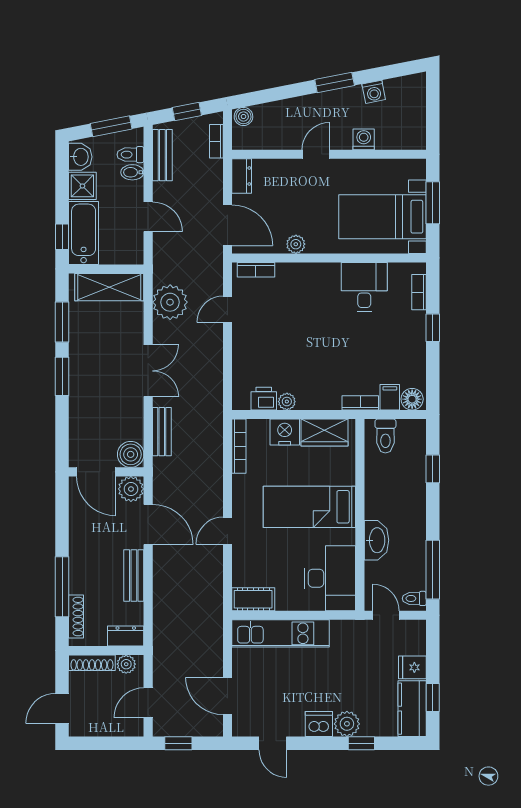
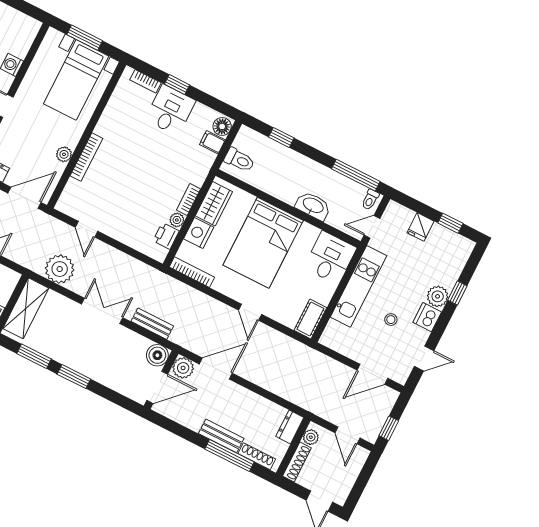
bookcase: (256, 270) -> (86, 157), moved, width x1.56
desk: (364, 287) -> (170, 110), moved, turned 90
bookcase: (360, 403) -> (189, 199), moved
bed: (309, 507) -> (263, 243), width x1.50
bench: (134, 575) -> (221, 436), moved
desk: (330, 578) -> (330, 258), width x0.73
kitchen unit: (281, 633) -> (359, 286), moved
stool: (296, 686) -> (391, 320), added
kitchen counter: (412, 709) -> (451, 243), removed

